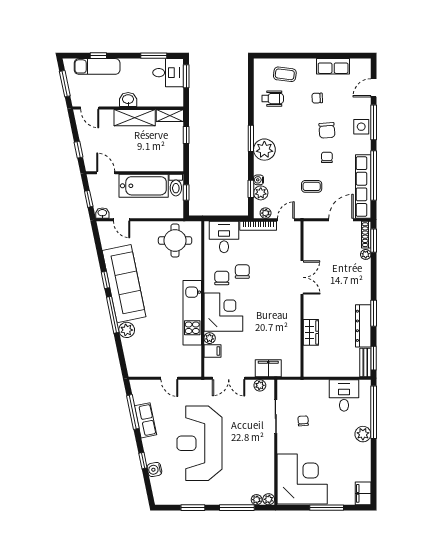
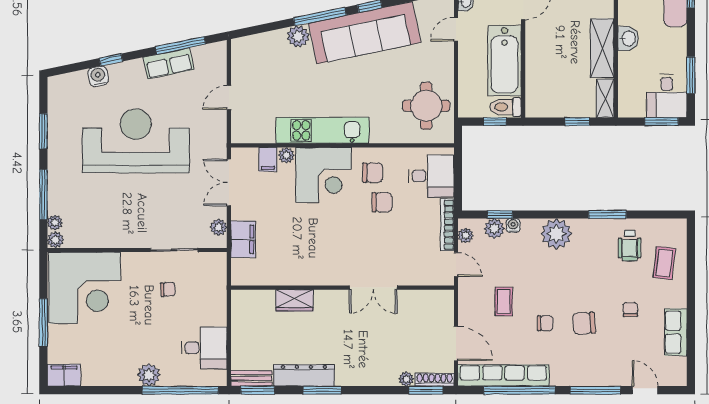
side table: (361, 127) -> (589, 372), removed
window: (251, 138) -> (607, 214), moved

